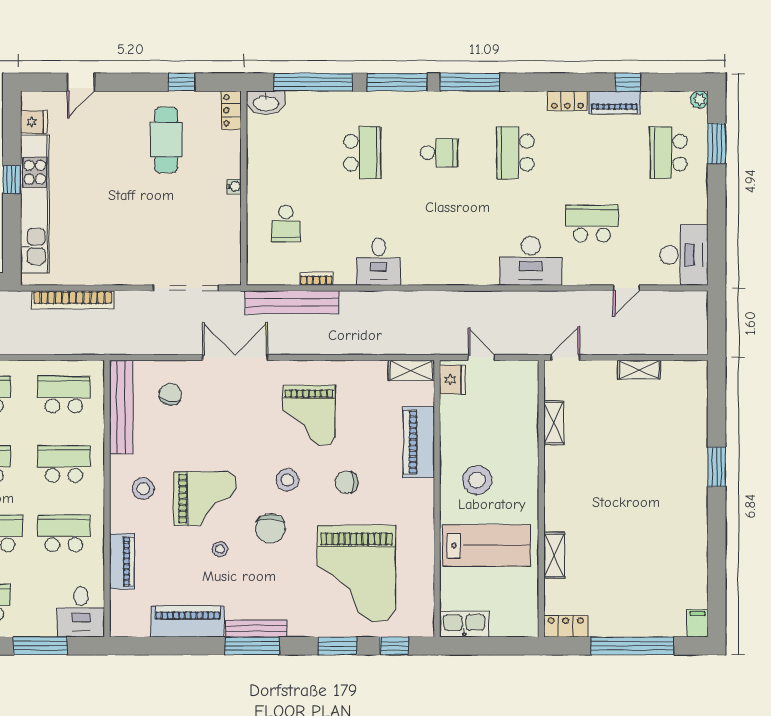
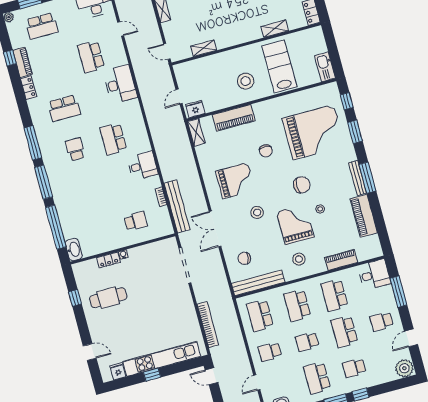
locker: (231, 110) -> (108, 260), moved
school desk: (362, 153) -> (113, 139), moved, turned -90
stool: (287, 480) -> (257, 212), moved

